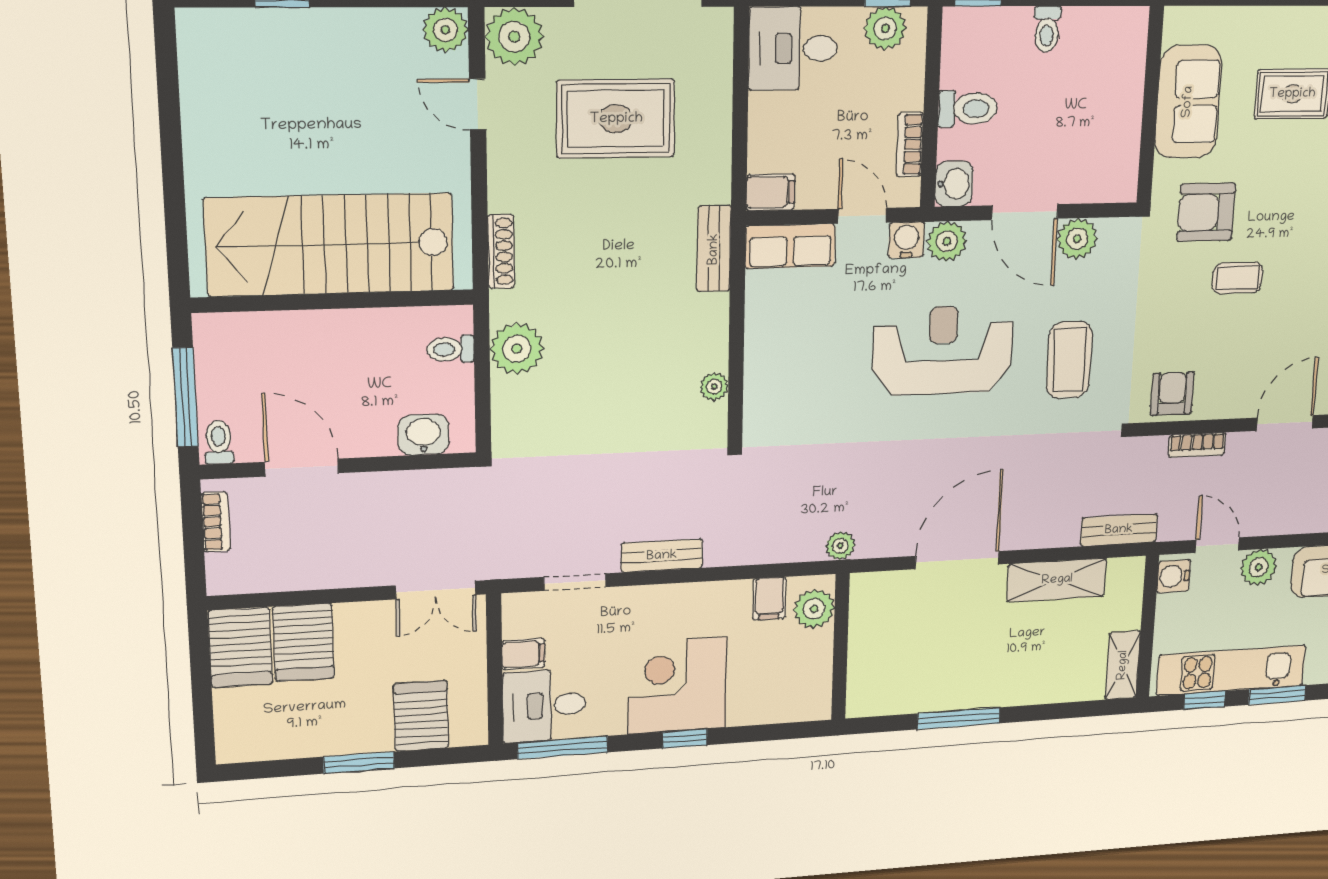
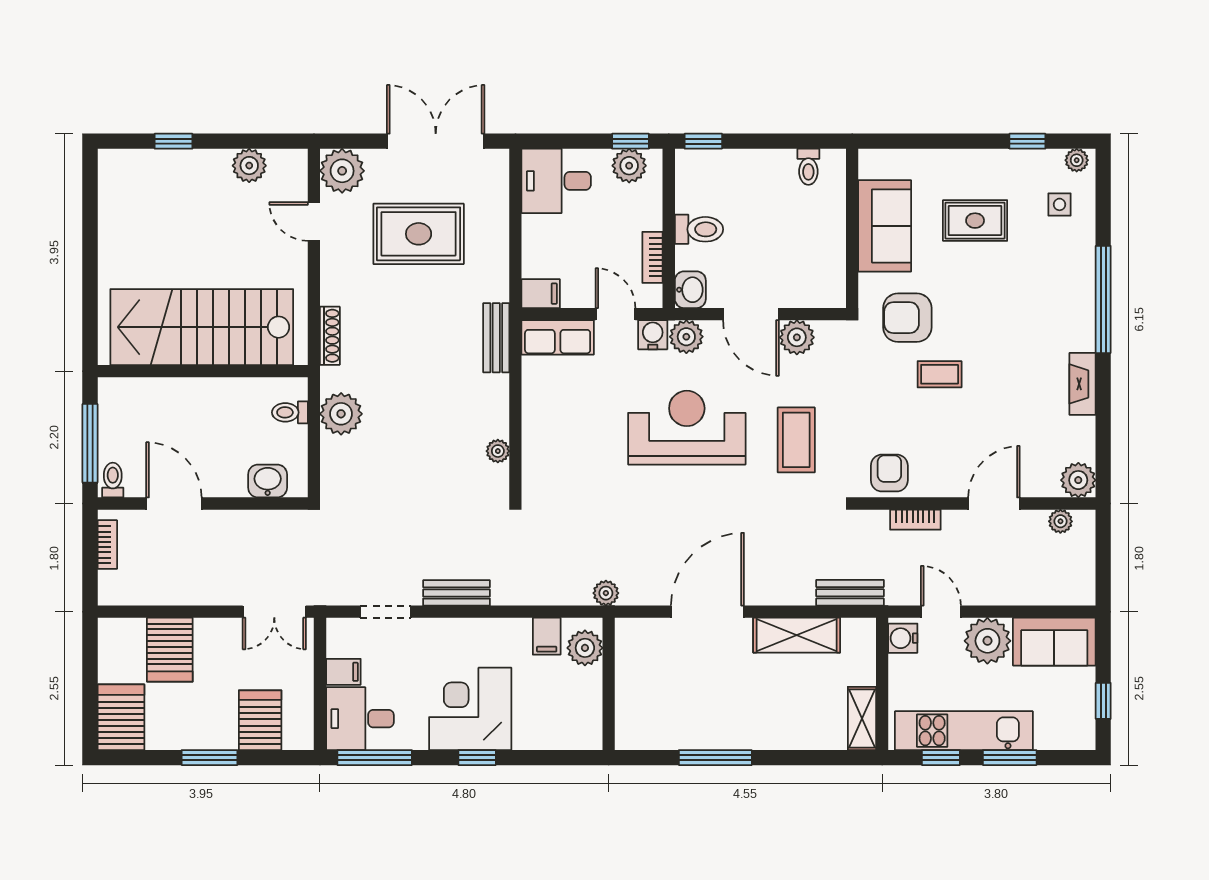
toilet: (1047, 29) -> (808, 167), moved
plant: (446, 30) -> (249, 166), moved
plant: (1259, 567) -> (987, 641), width x1.36, depth x1.36
server rack: (240, 647) -> (121, 717), moved, turned 180

